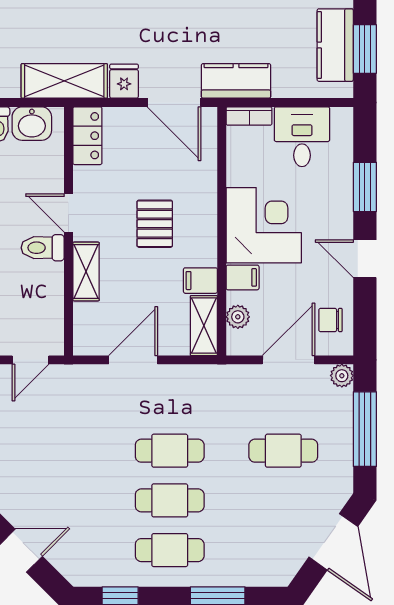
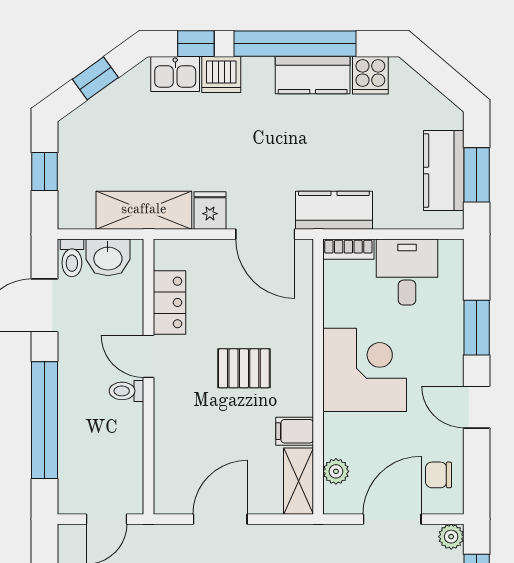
locker: (87, 136) -> (169, 302), moved
pallet: (155, 224) -> (244, 368), turned 90
toilet: (43, 248) -> (126, 391), width x0.73, depth x0.72
shelving: (86, 272) -> (168, 421), removed
filing cabinet: (243, 277) -> (341, 428), removed

